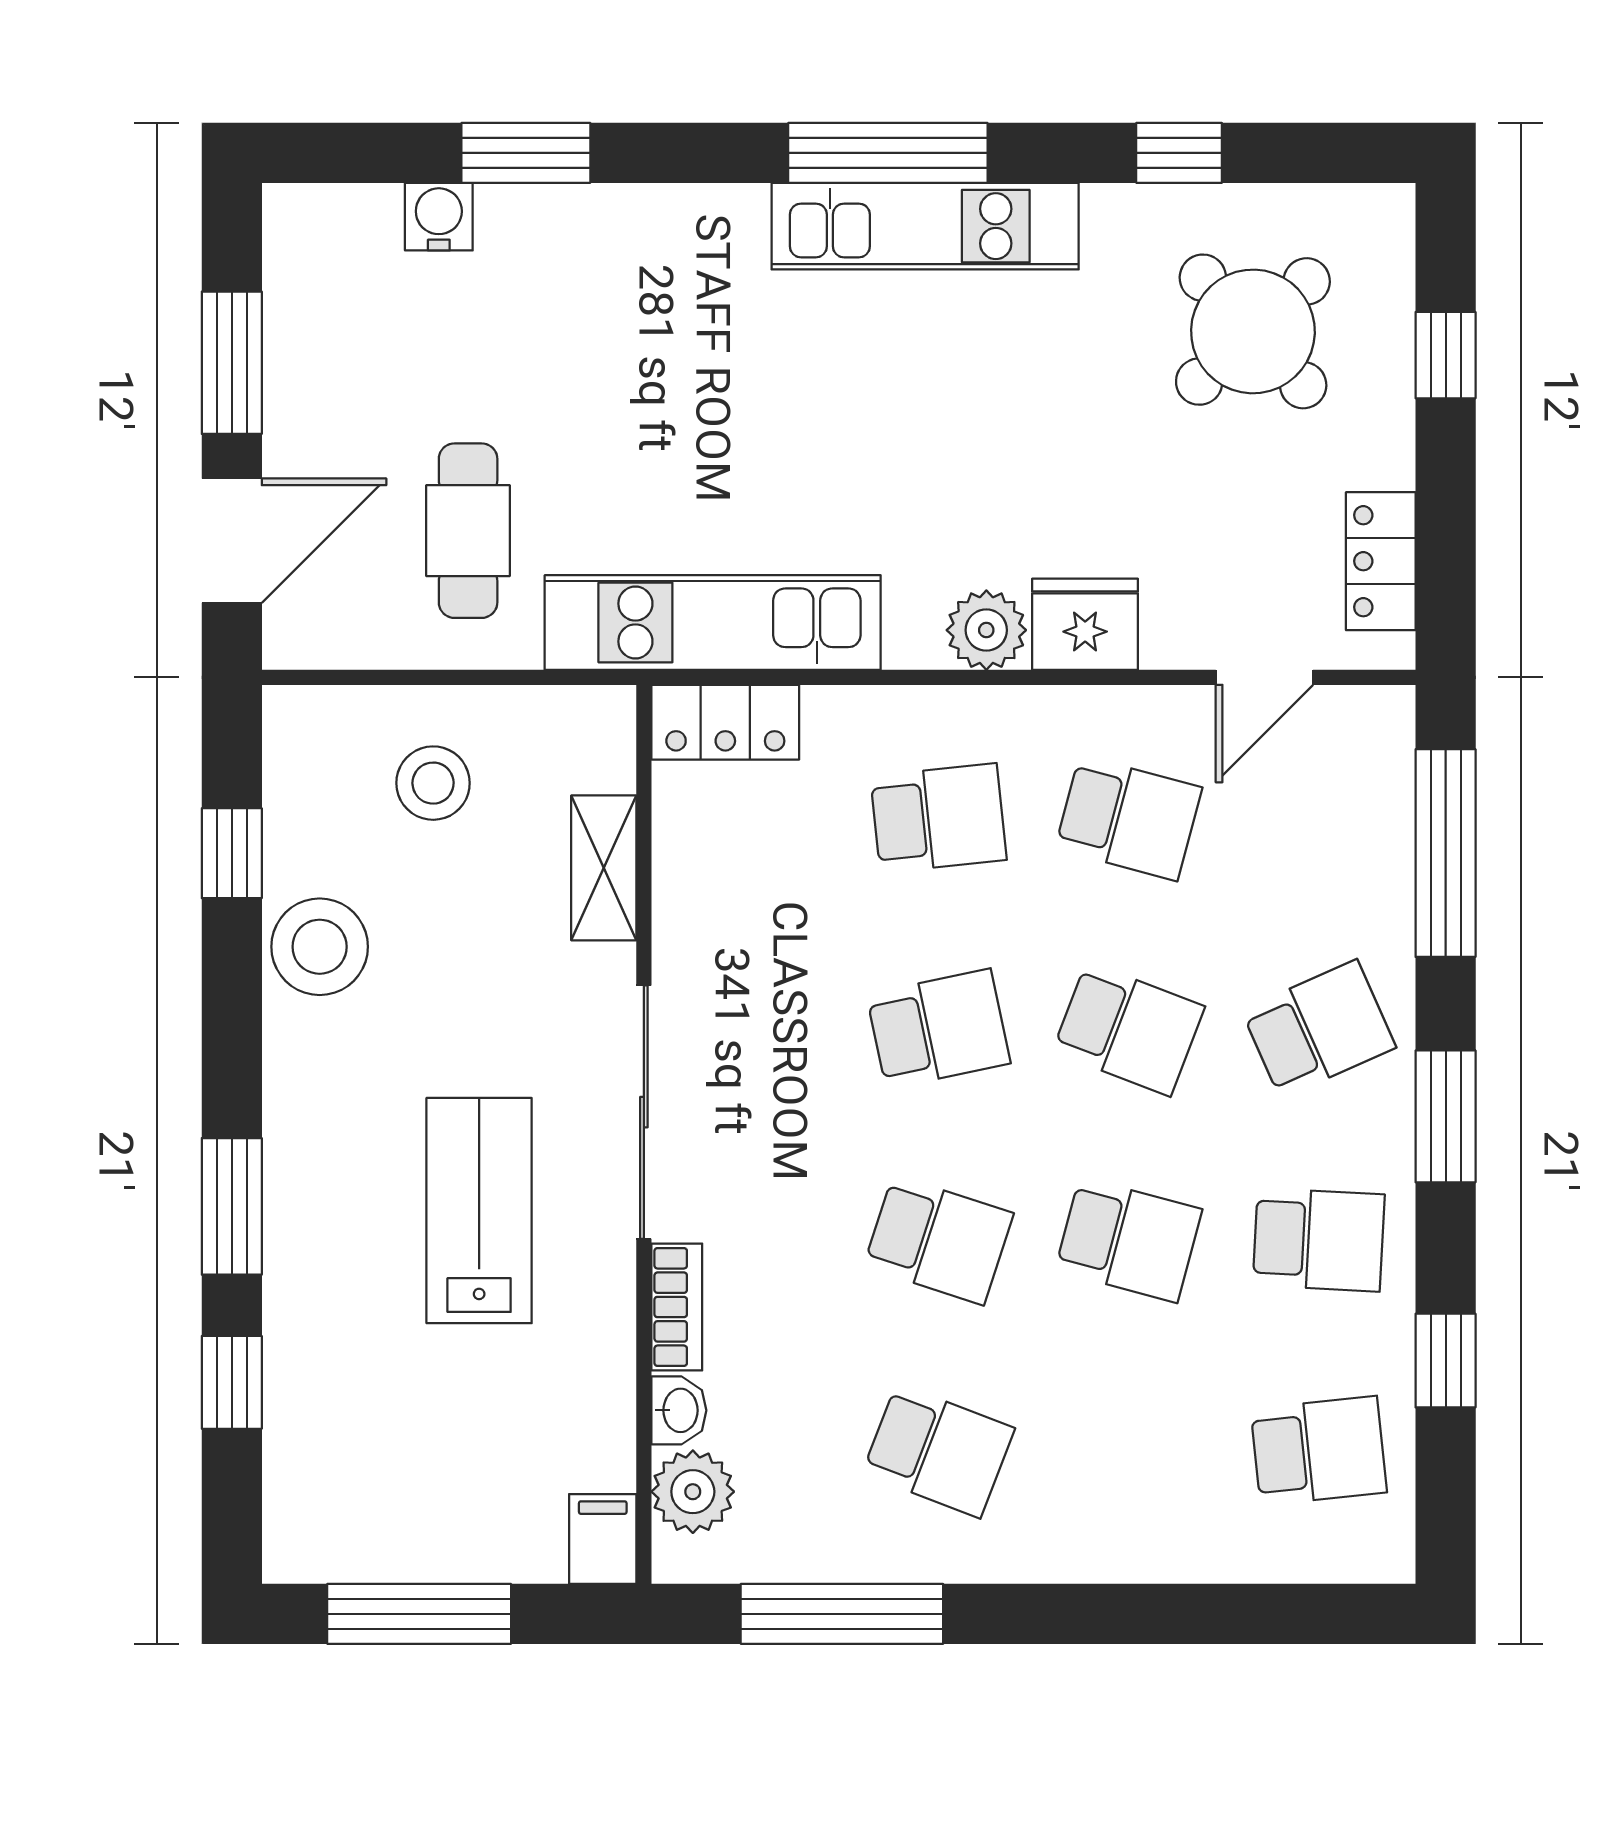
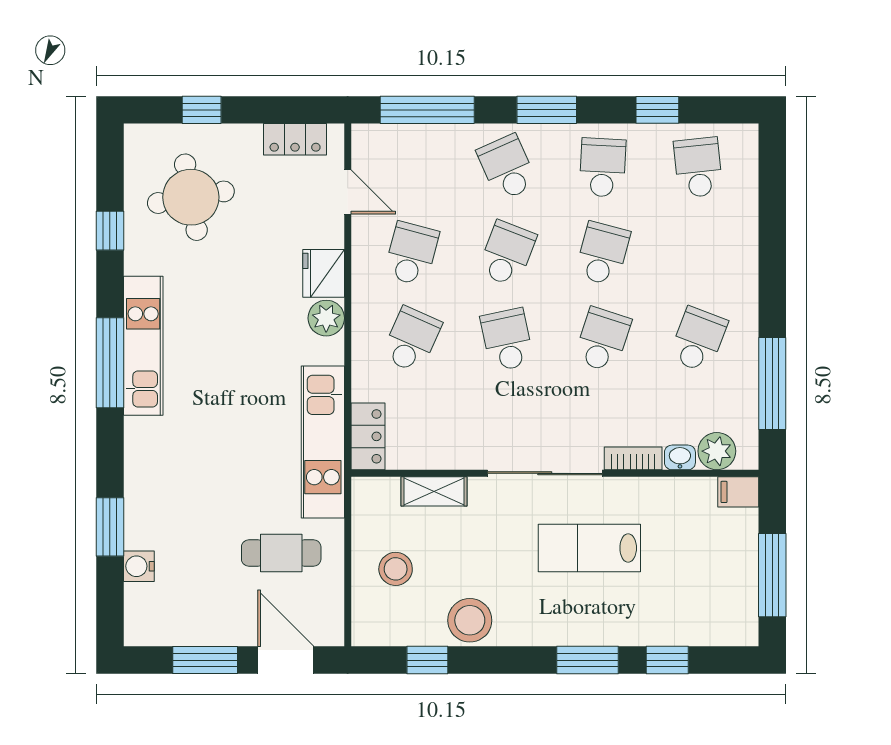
round table: (1253, 331) -> (191, 197), turned 33
school desk: (938, 818) -> (411, 340), turned 30

